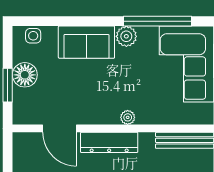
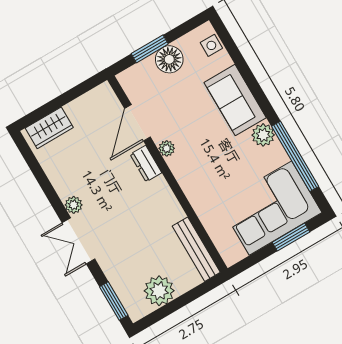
plant: (128, 117) -> (167, 148), moved
dresser: (109, 142) -> (146, 164), width x0.51, depth x0.80

